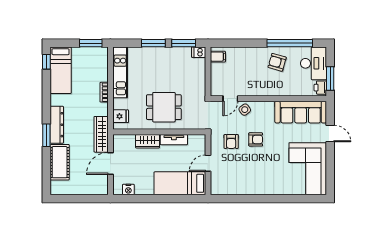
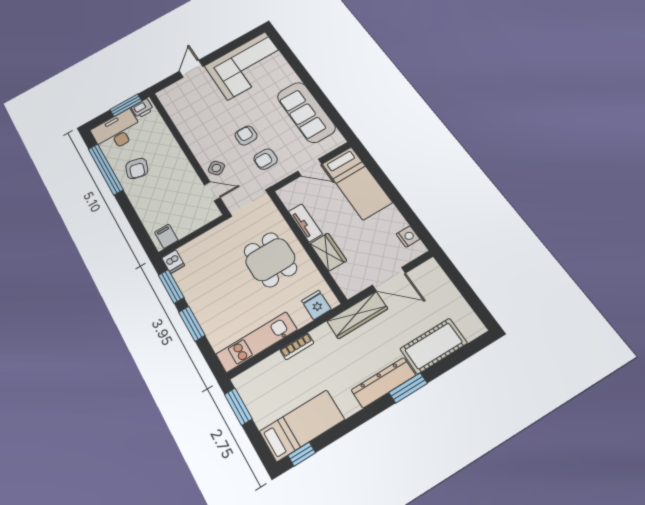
sofa: (301, 112) -> (306, 112), moved, turned 180
armchair: (231, 142) -> (266, 159), turned 180

